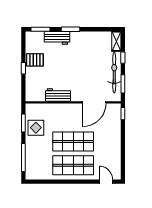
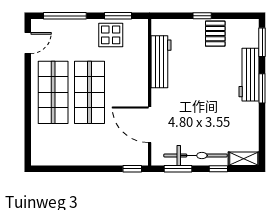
workbench: (57, 38) -> (249, 75), width x1.38
workbench: (58, 95) -> (161, 62), width x1.38
door: (106, 182) -> (28, 43), moved

